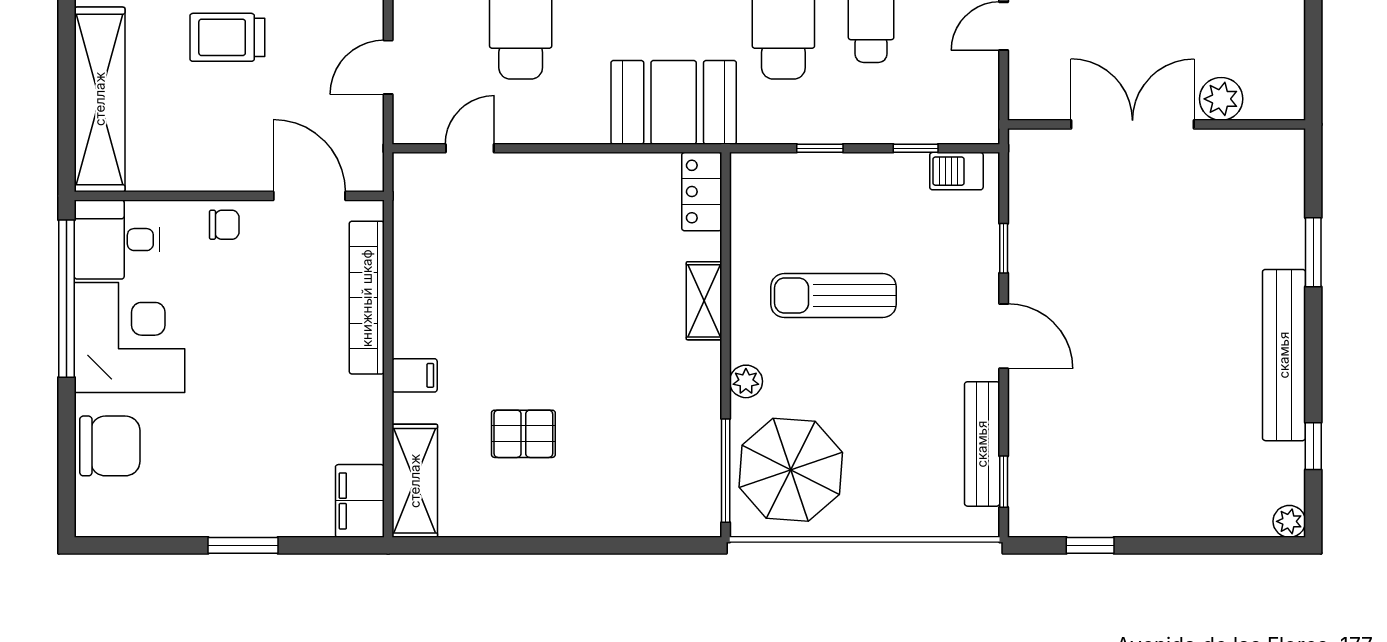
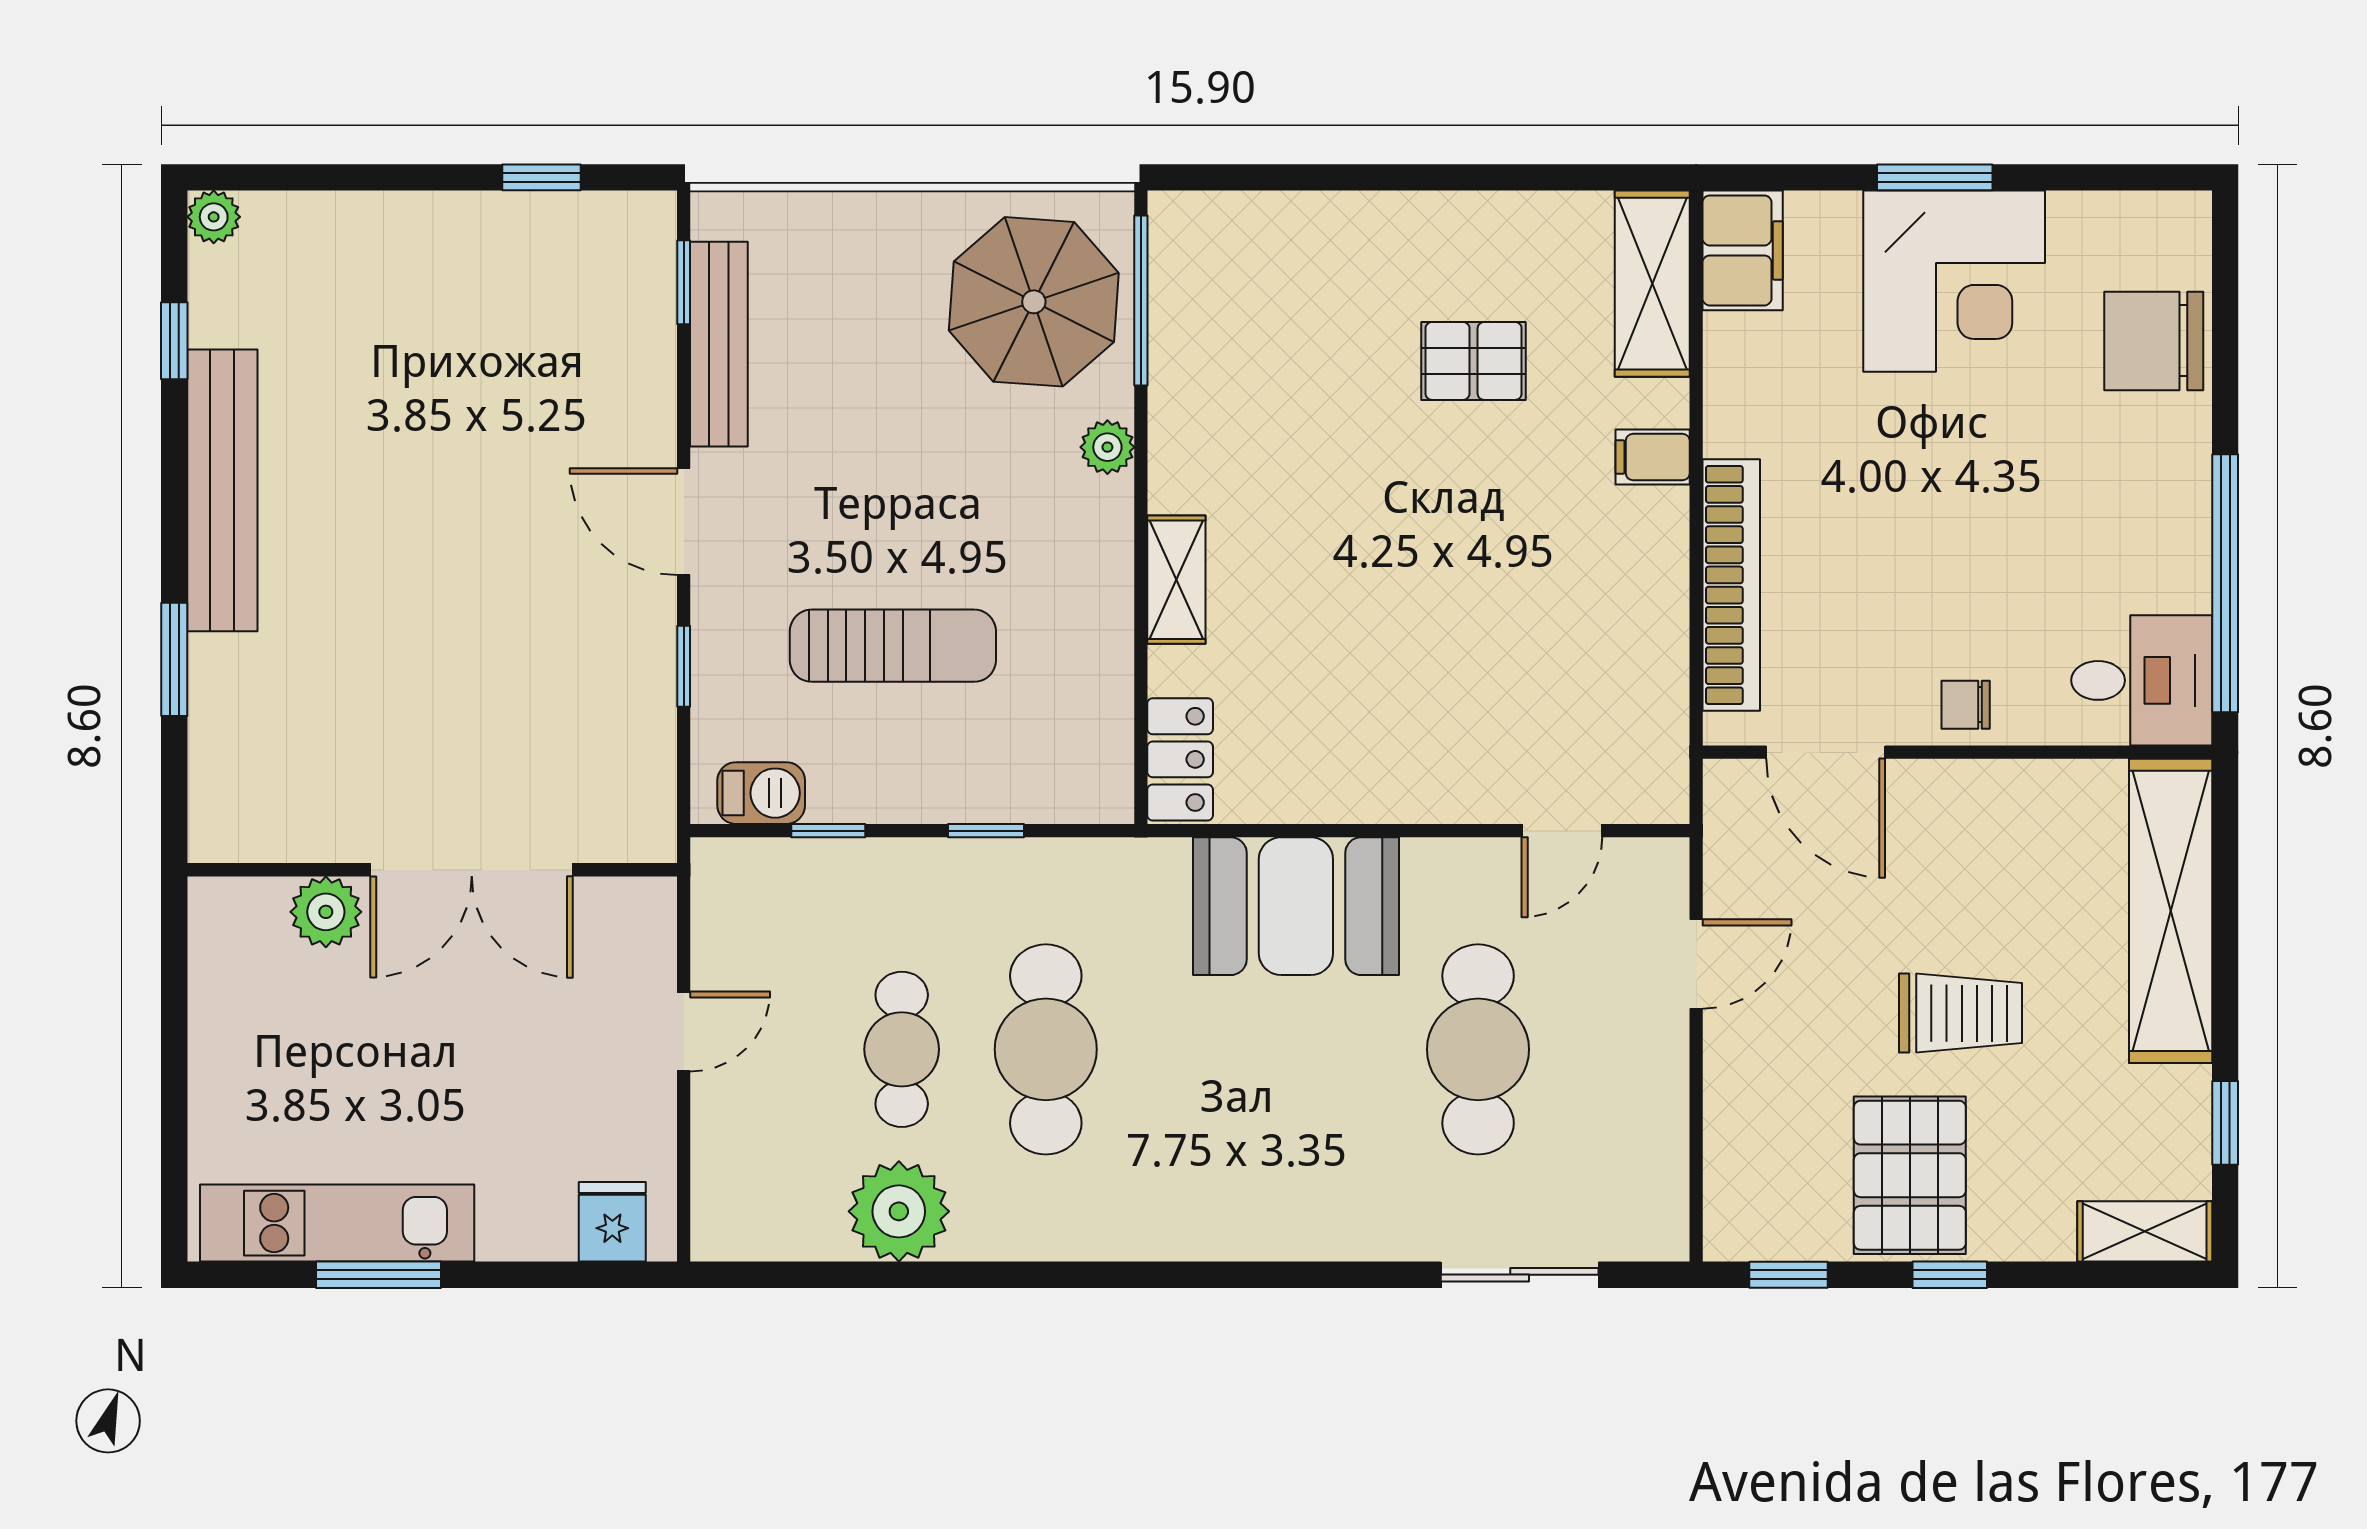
booth: (674, 102) -> (1296, 906), moved
sun lounger: (833, 295) -> (893, 646), moved
corner desk: (130, 338) -> (1954, 281), moved, turned -90

